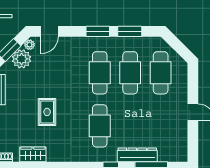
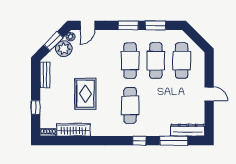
rug: (47, 112) -> (85, 94), width x1.36, depth x1.43
wardrobe: (33, 154) -> (73, 130), width x1.50
dresser: (137, 155) -> (188, 130), moved

